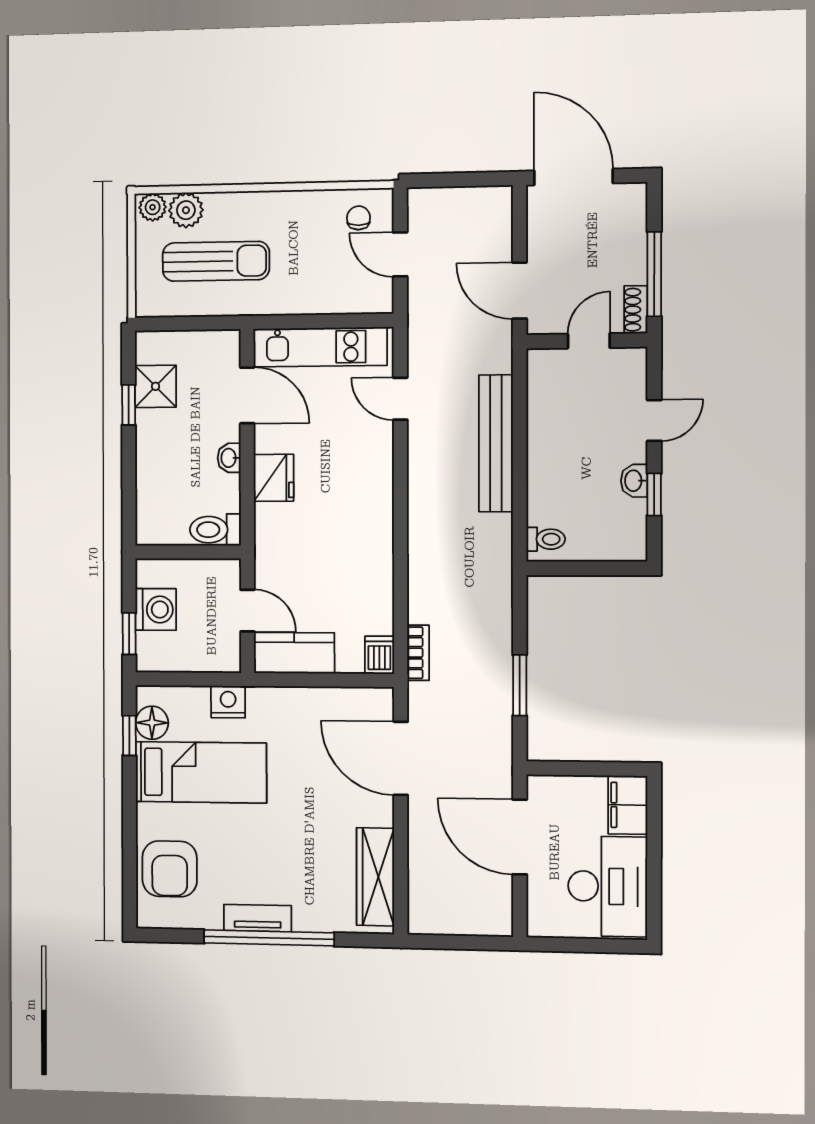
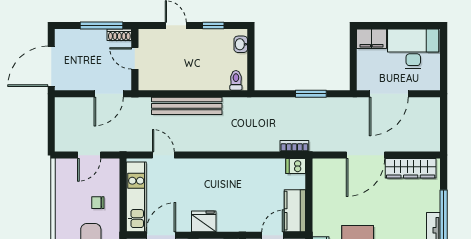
chair: (358, 218) -> (98, 203), moved
door: (400, 399) -> (163, 155), swing flipped
washbasin: (634, 481) -> (241, 44), moved, turned 90
door: (401, 758) -> (366, 155), moved

